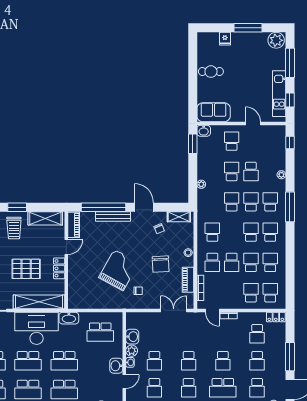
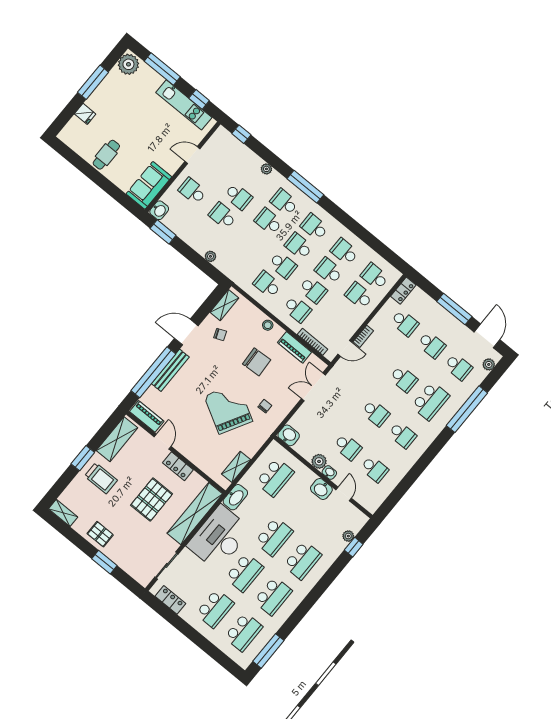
school desk: (232, 202) -> (283, 265), moved, turned 180
shelving: (87, 304) -> (236, 467), added
washbasin: (132, 337) -> (289, 435), moved

